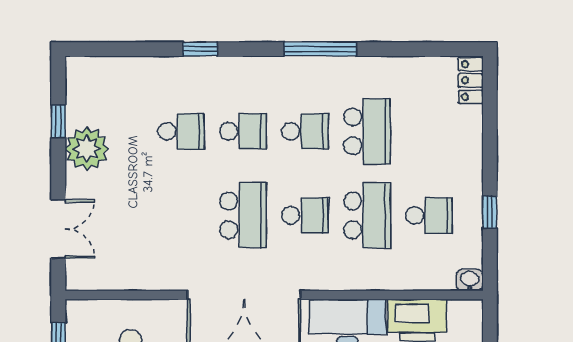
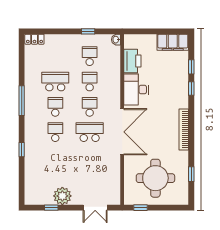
school desk: (181, 131) -> (55, 157), removed
school desk: (367, 215) -> (90, 82), width x0.54
double door: (58, 229) -> (95, 208), swing flipped

